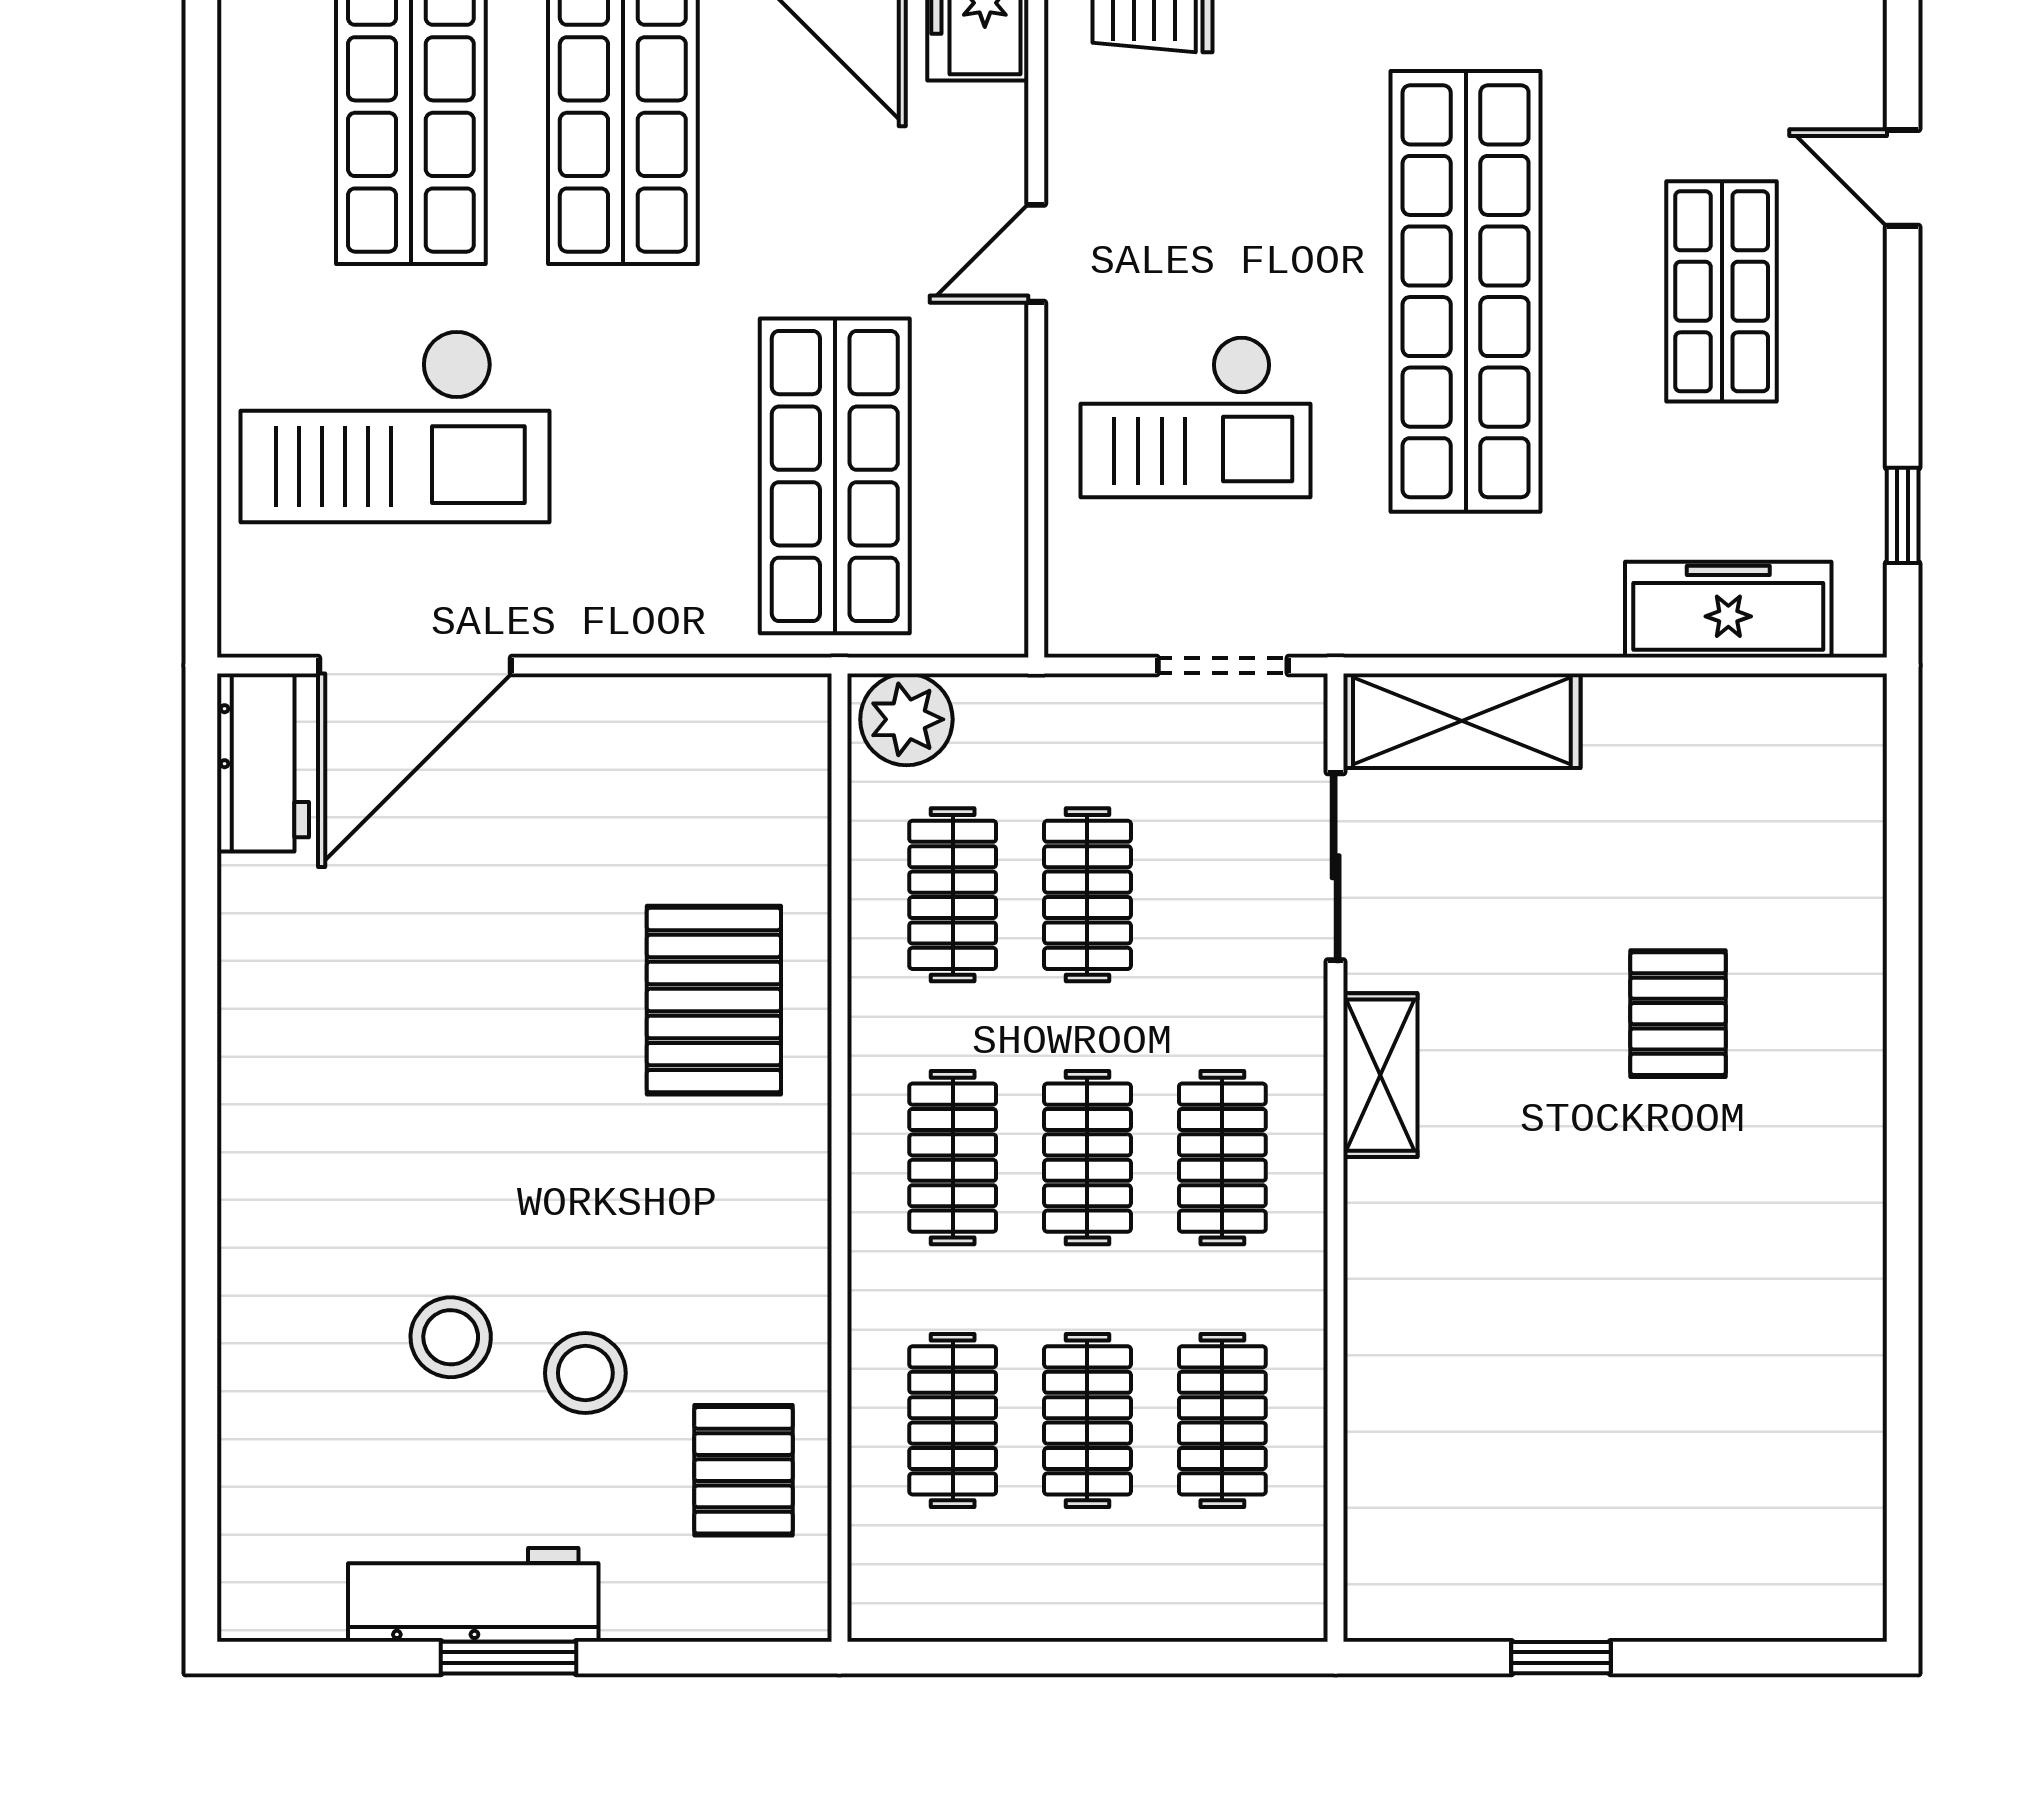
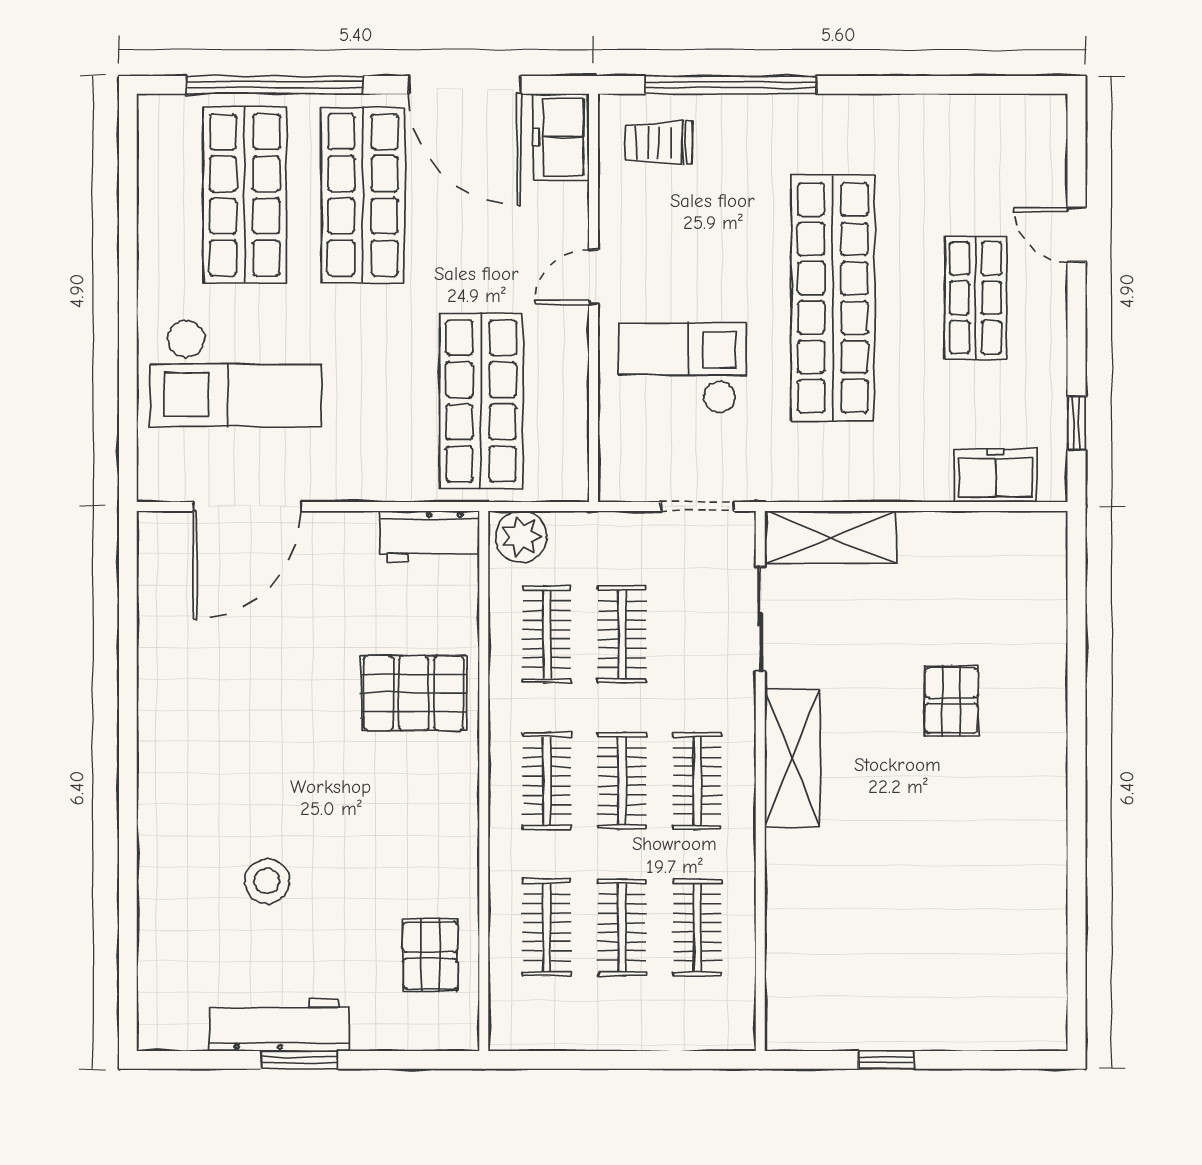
checkout: (1196, 417) -> (682, 368), turned 180
freezer: (1728, 610) -> (996, 475), width x0.71
workbench: (263, 763) -> (430, 536), moved, turned 90
pallet: (714, 1000) -> (414, 693), turned 90
shelving: (1380, 1075) -> (792, 758), width x1.50, depth x1.33
stool: (585, 1373) -> (342, 901), removed

